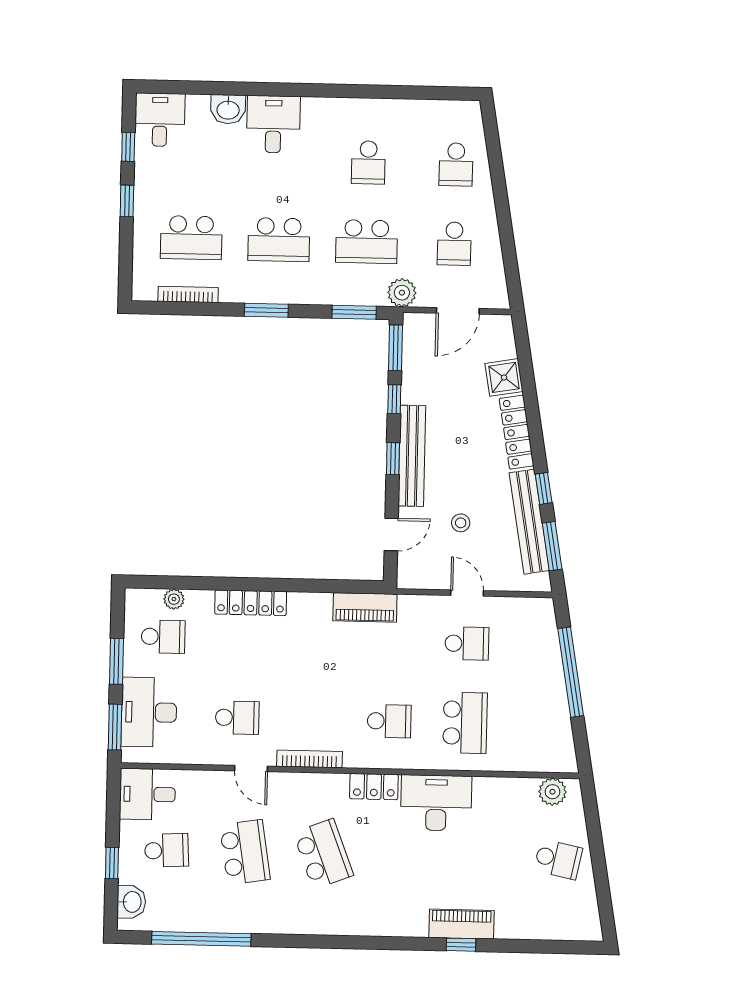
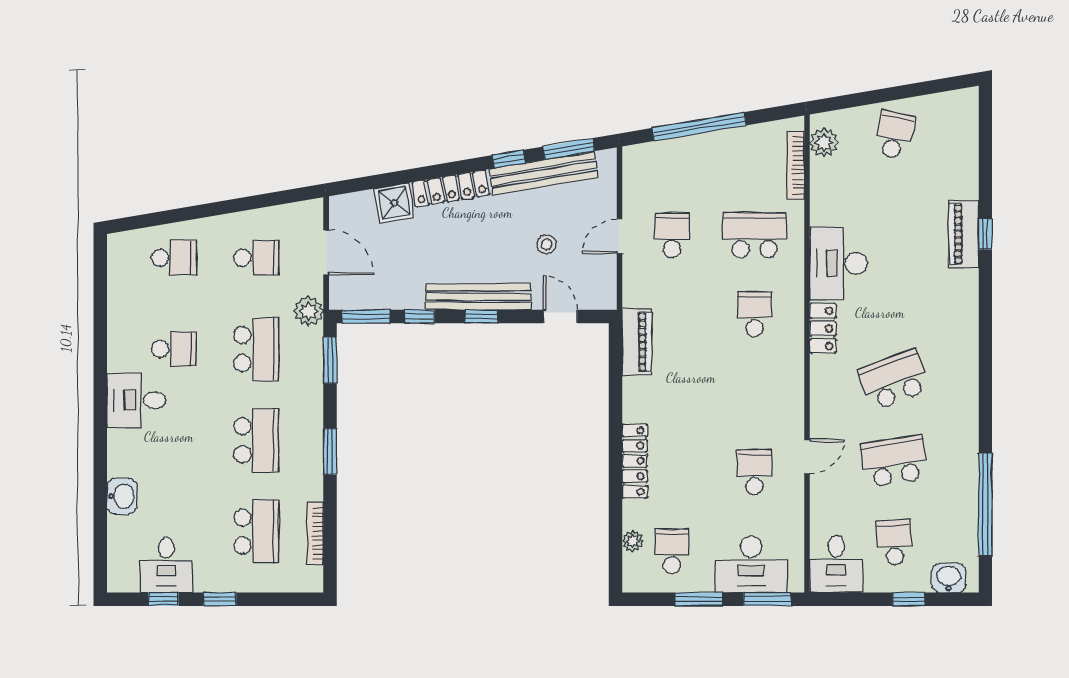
desk: (160, 120) -> (166, 565), moved, turned -90
desk: (273, 124) -> (136, 400), moved
bookcase: (310, 759) -> (796, 165), moved

